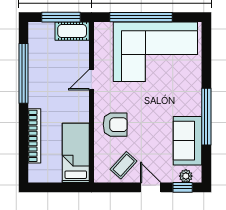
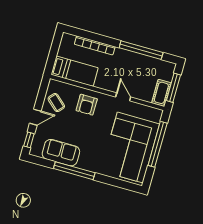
plant: (186, 176) -> (36, 144), removed

